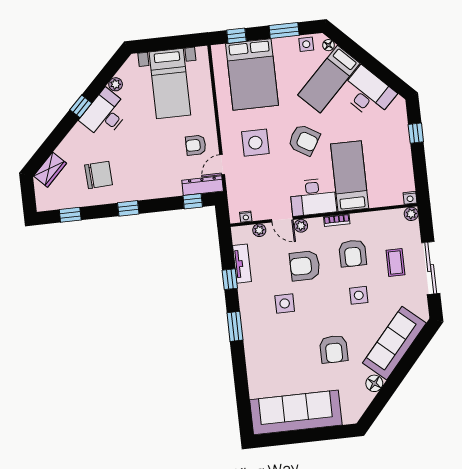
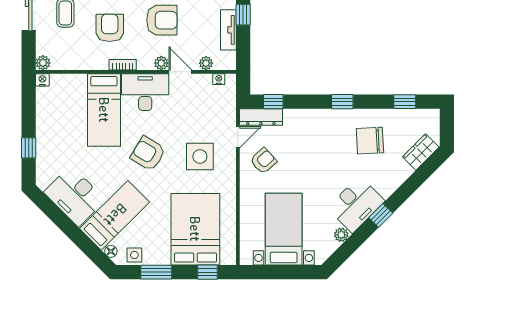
armchair: (196, 145) -> (263, 161), turned -42

